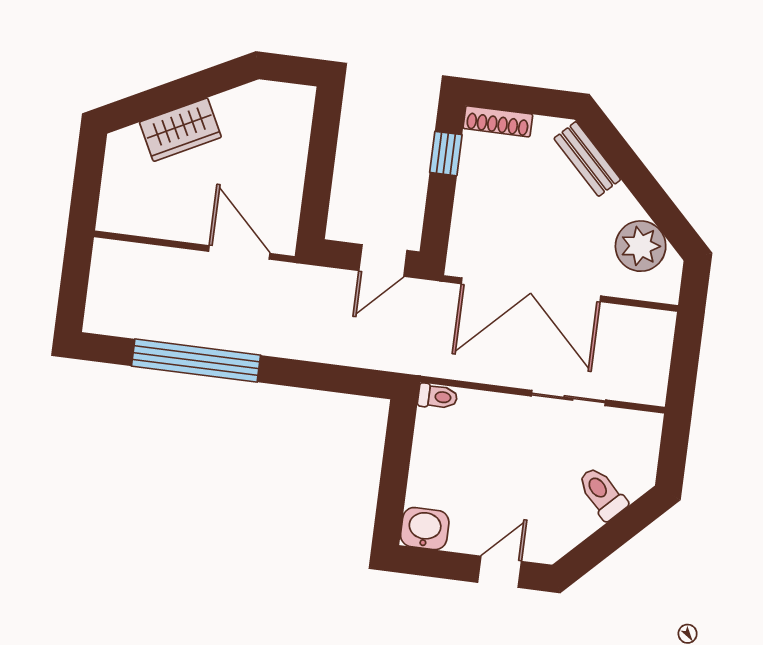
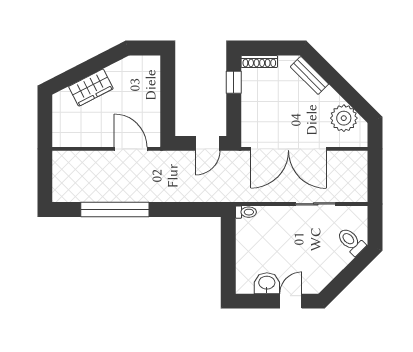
toilet: (602, 493) -> (351, 241), moved
washbasin: (425, 529) -> (267, 283), moved

